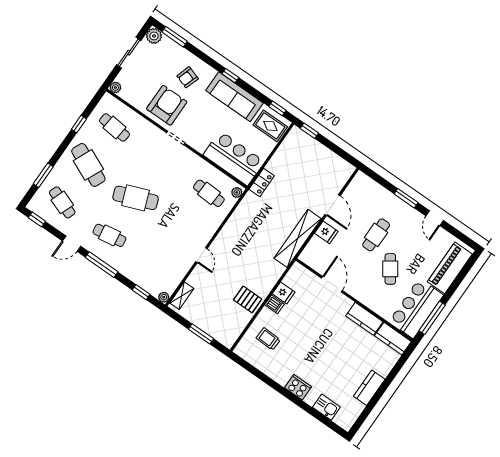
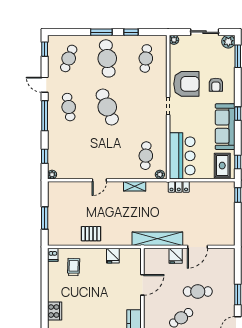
armchair: (188, 77) -> (216, 85), turned -108
cafe table: (88, 165) -> (107, 58), turned -30
window: (43, 175) -> (101, 32), moved
shelving: (182, 296) -> (135, 186), moved
pallet: (248, 299) -> (91, 234), turned 90
dishwasher: (274, 304) -> (53, 255), moved

